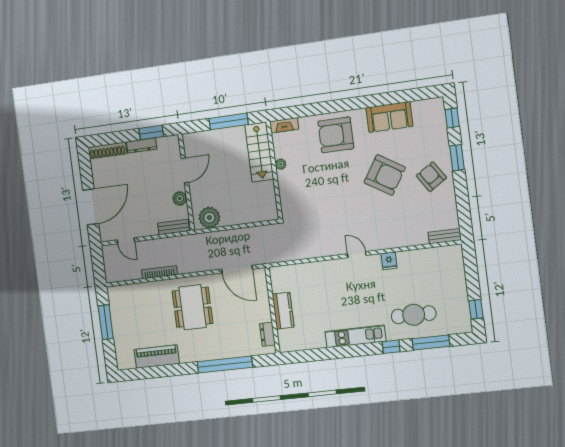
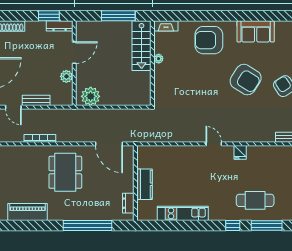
dresser: (142, 145) -> (60, 26), moved
bench: (173, 227) -> (36, 100), moved
kitchen unit: (355, 336) -> (183, 213), moved

